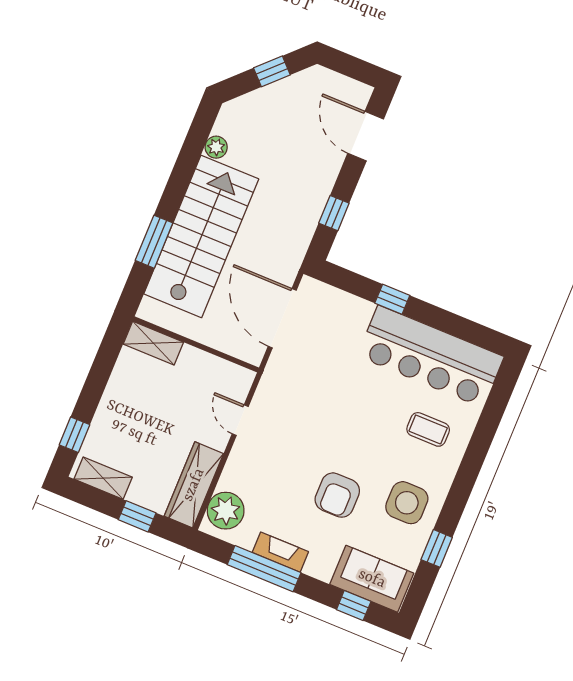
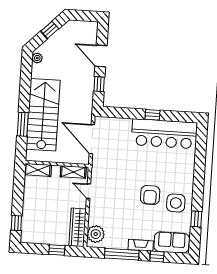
door: (366, 136) -> (101, 56), moved
plant: (216, 147) -> (37, 58), moved
window: (392, 299) -> (152, 115), moved
coffee table: (428, 429) -> (174, 167), removed
shelving: (103, 478) -> (73, 172), moved
armchair: (337, 495) -> (150, 195), moved
fireplace: (280, 552) -> (141, 245), moved
window: (354, 606) -> (157, 256), moved

